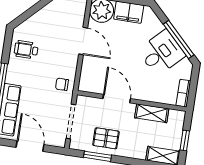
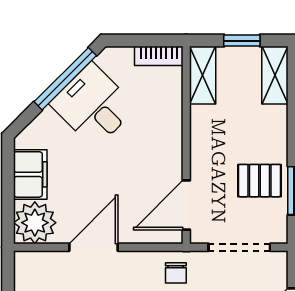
door: (117, 99) -> (186, 205), moved
shelving: (152, 113) -> (203, 75), moved
pallet: (106, 138) -> (259, 181), turned 90

